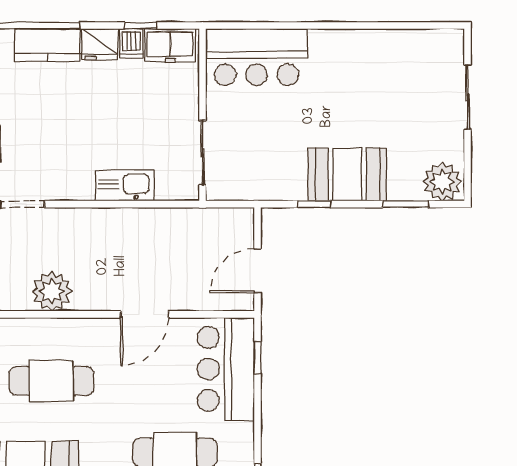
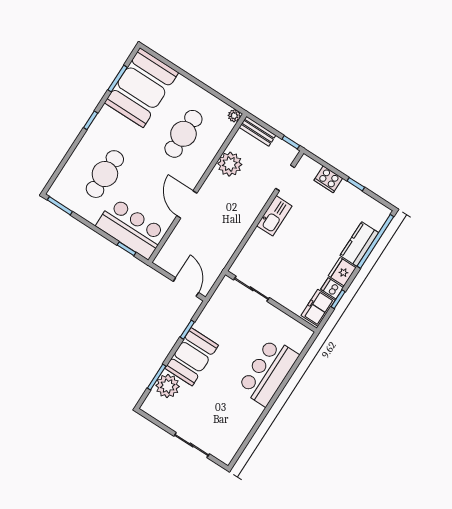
bar counter: (257, 57) -> (268, 372), moved
plant: (442, 182) -> (168, 386), moved
kitchen sink: (124, 185) -> (274, 216), moved
door: (258, 271) -> (186, 287), moved

